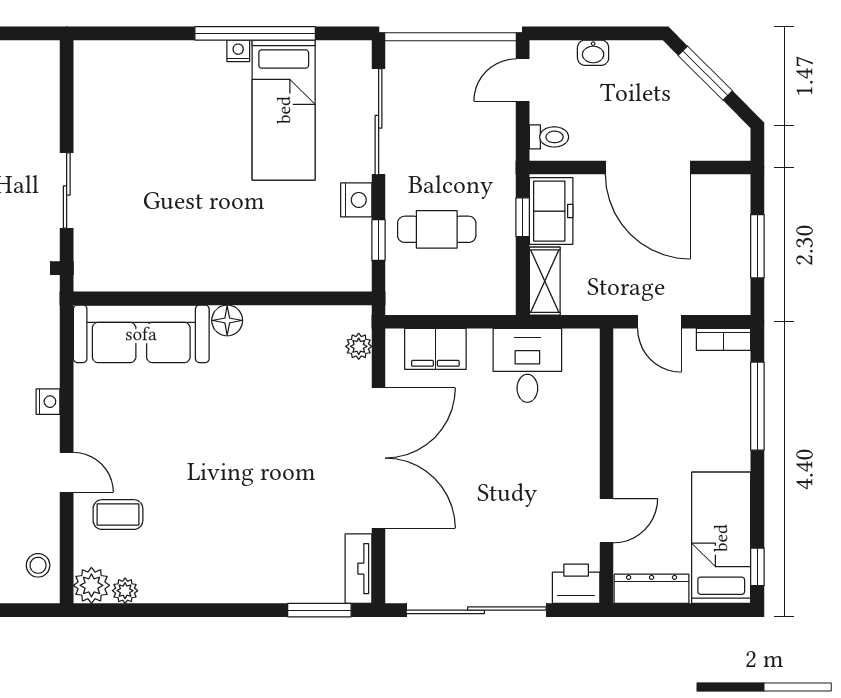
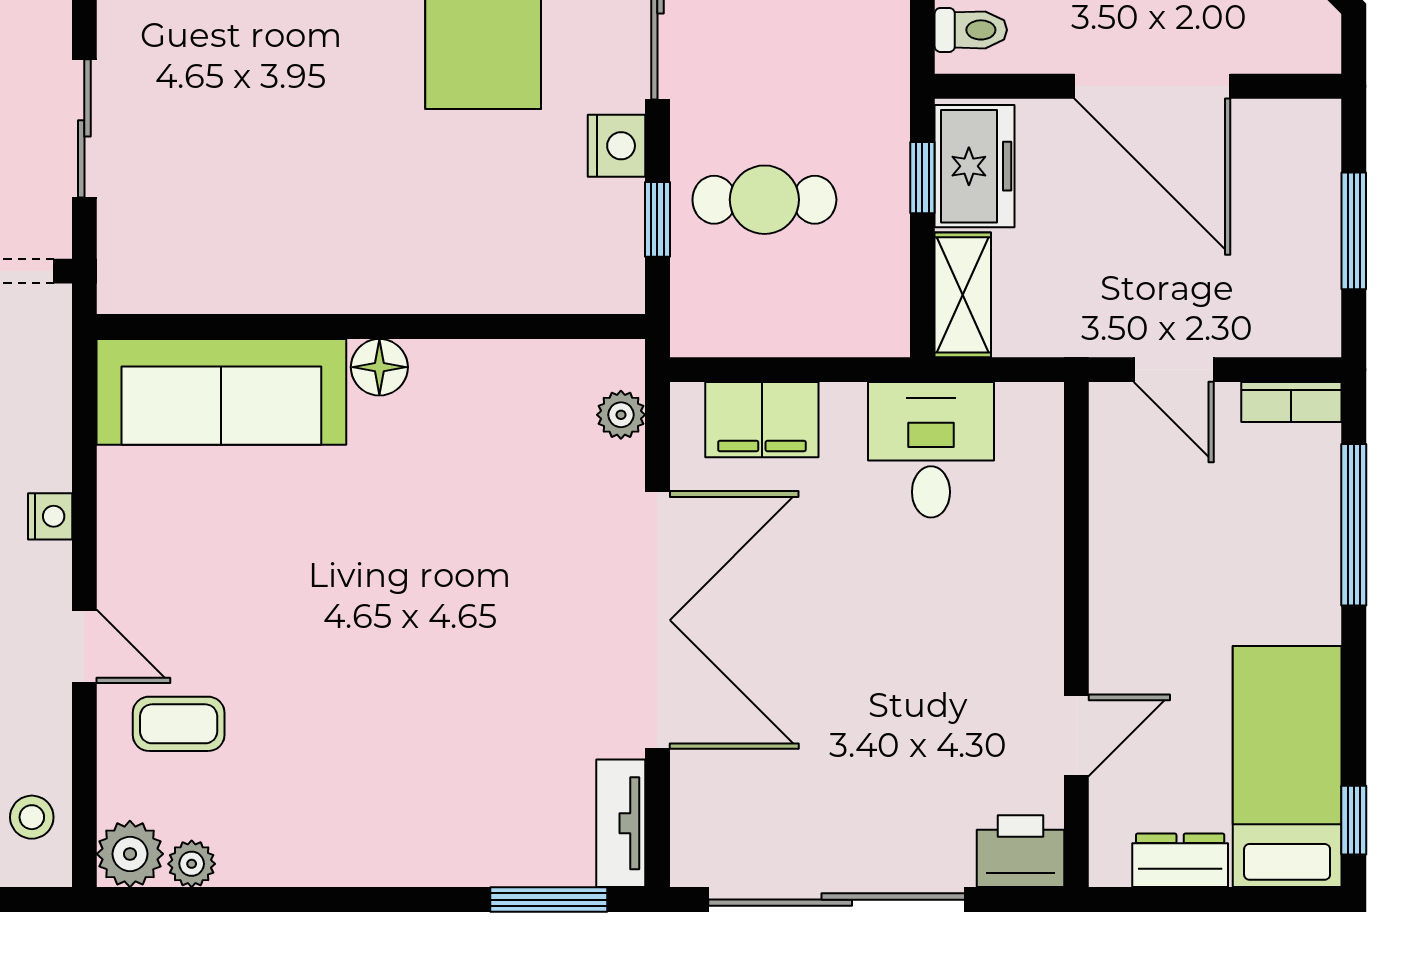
dresser: (652, 589) -> (1180, 860), width x0.70

